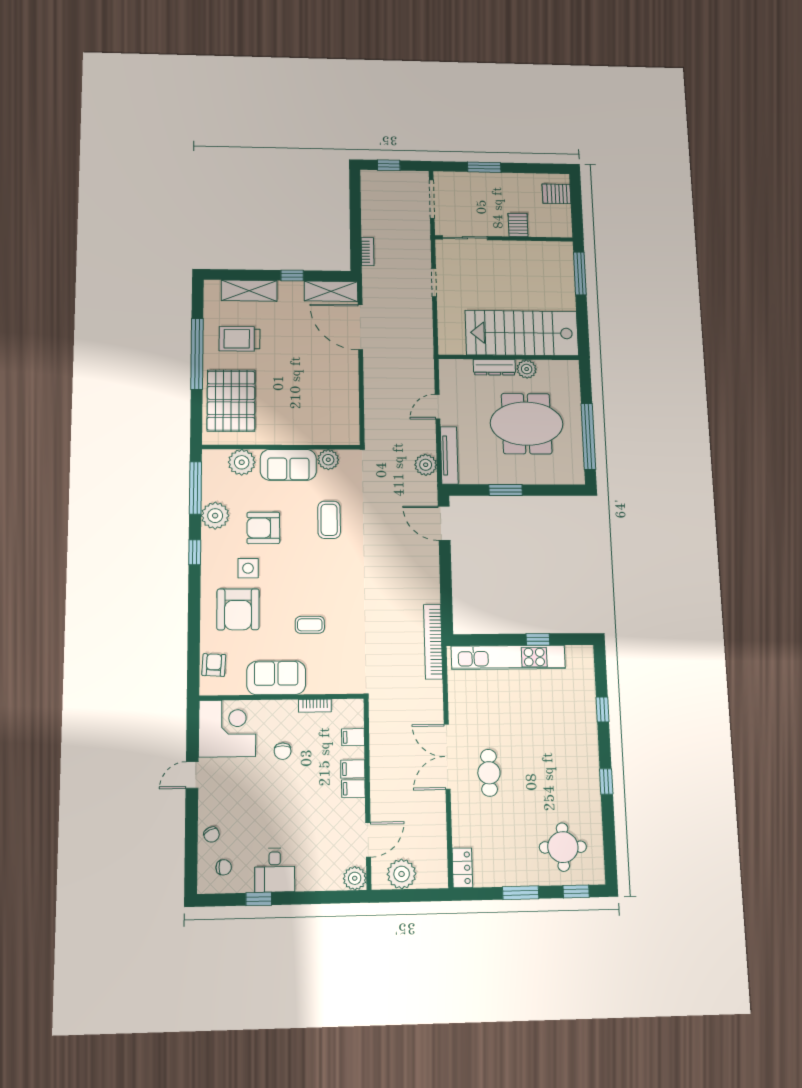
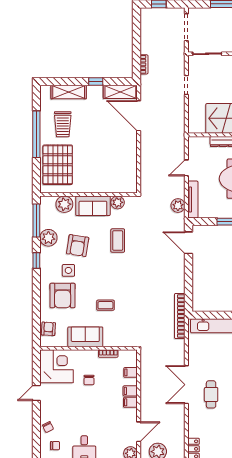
trolley: (240, 339) -> (63, 124), turned -90
armchair: (263, 528) -> (78, 246), turned -81

